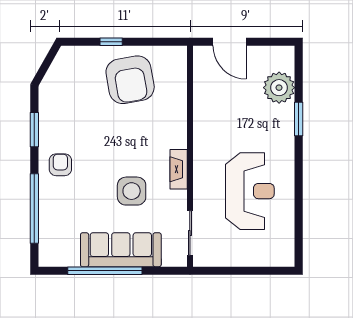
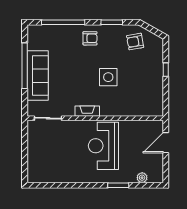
armchair: (130, 80) -> (135, 42), moved, width x0.53, depth x0.53
plant: (279, 88) -> (142, 178), width x0.53, depth x0.53
side table: (132, 191) -> (108, 77), moved
reception desk: (250, 191) -> (103, 146), moved, turned 90

